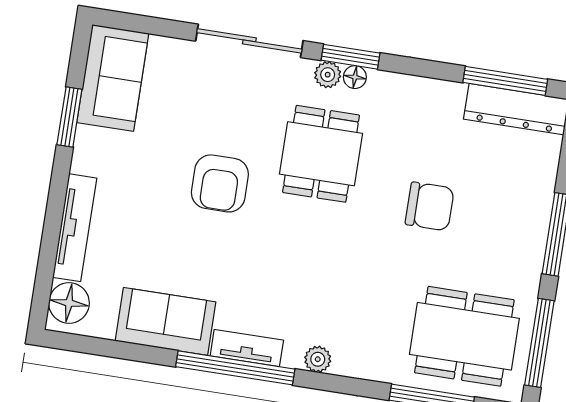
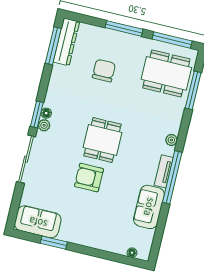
dining table: (321, 154) -> (102, 140), moved, turned 90
armchair: (220, 183) -> (89, 178), turned 180
chair: (430, 206) -> (104, 71), moved
tv unit: (75, 228) -> (104, 244), removed
floor lamp: (69, 303) -> (132, 253), width x0.53, depth x0.53
dining table: (464, 336) -> (166, 73), turned 90

